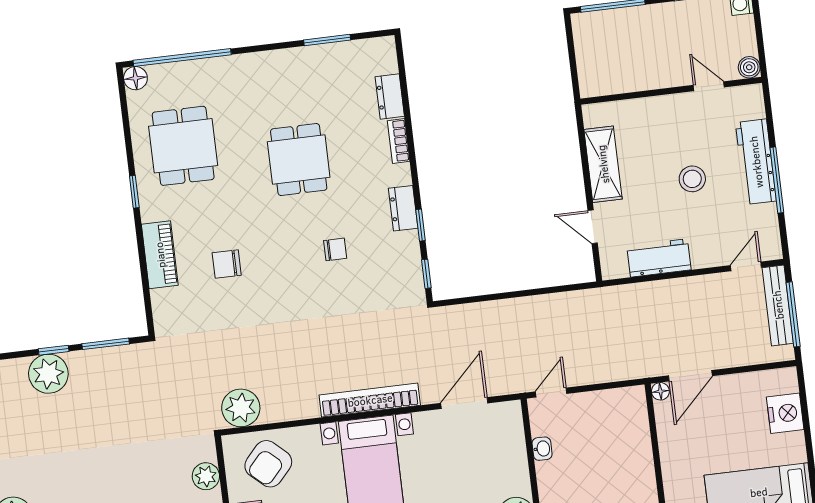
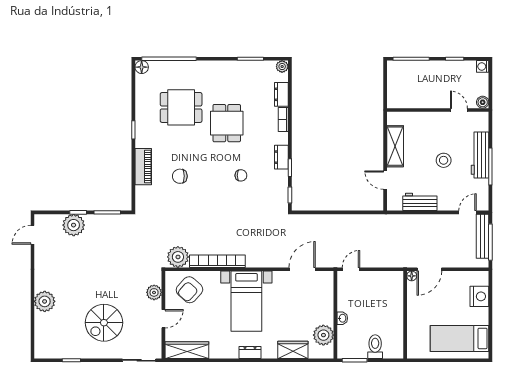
plant: (385, 47) -> (282, 67), added
dining table: (183, 146) -> (181, 107), moved, turned 90
bookcase: (370, 400) -> (217, 261), moved
washbasin: (542, 449) -> (342, 318), moved

